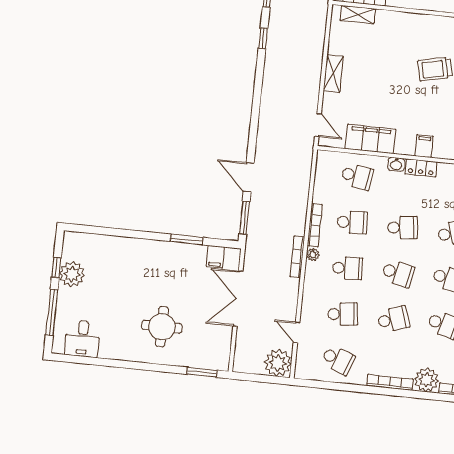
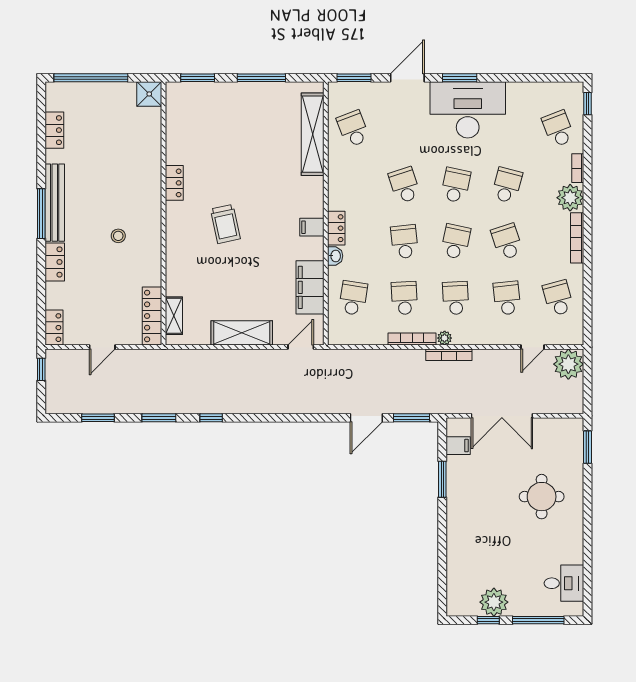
shelving: (333, 73) -> (242, 333), width x1.50, depth x1.33
school desk: (338, 360) -> (558, 298), turned -36

